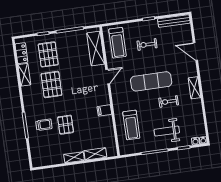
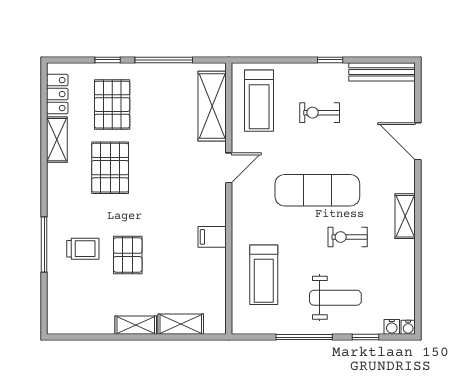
weight bench: (167, 131) -> (335, 298), turned 180

